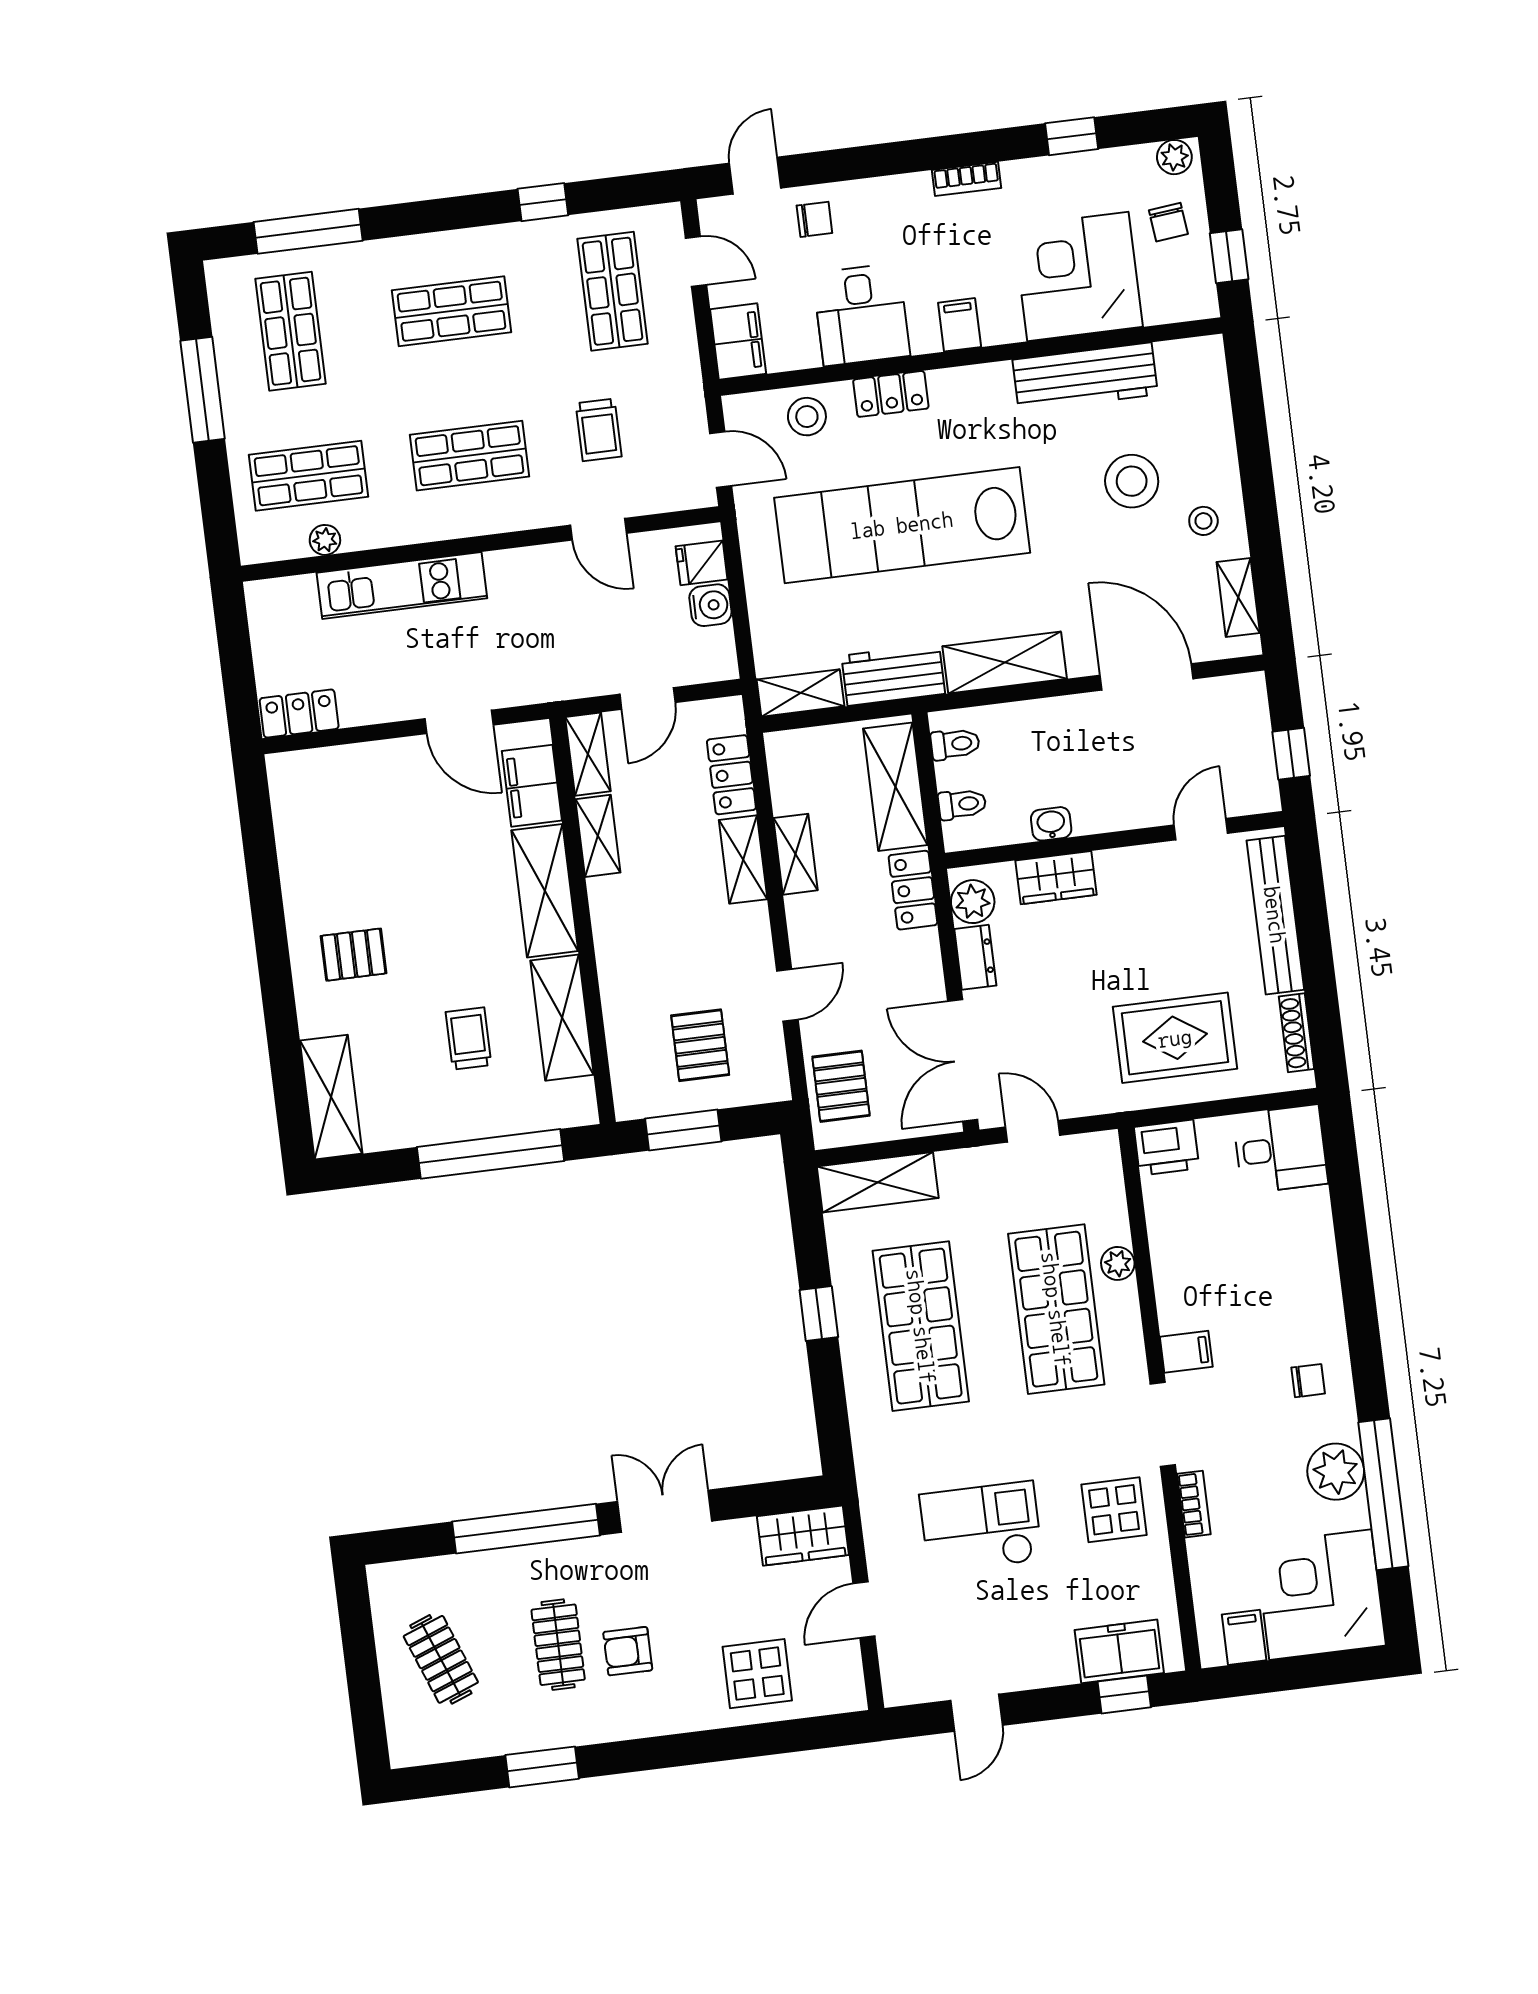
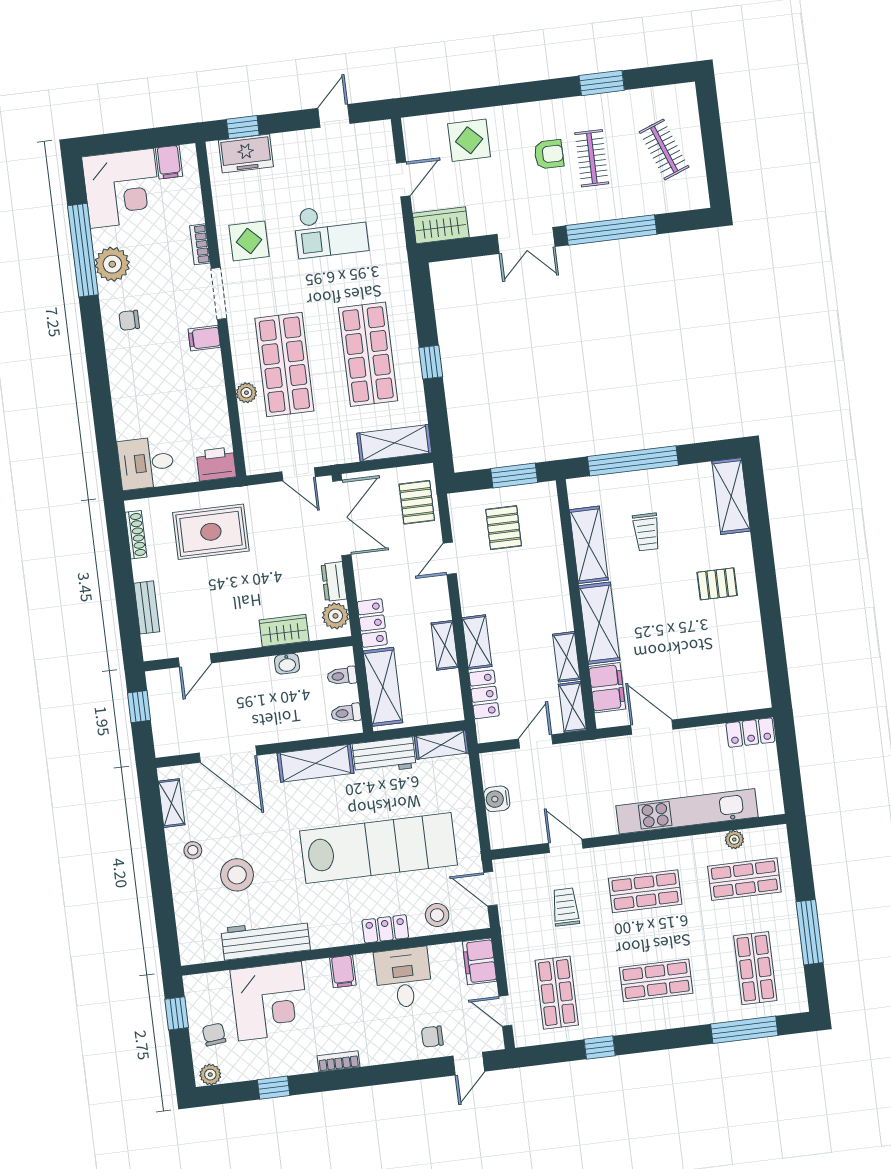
fridge: (702, 563) -> (502, 825), removed
kitchen unit: (402, 586) -> (687, 811), width x1.36
bench: (1275, 915) -> (147, 607), width x0.54, depth x0.82

